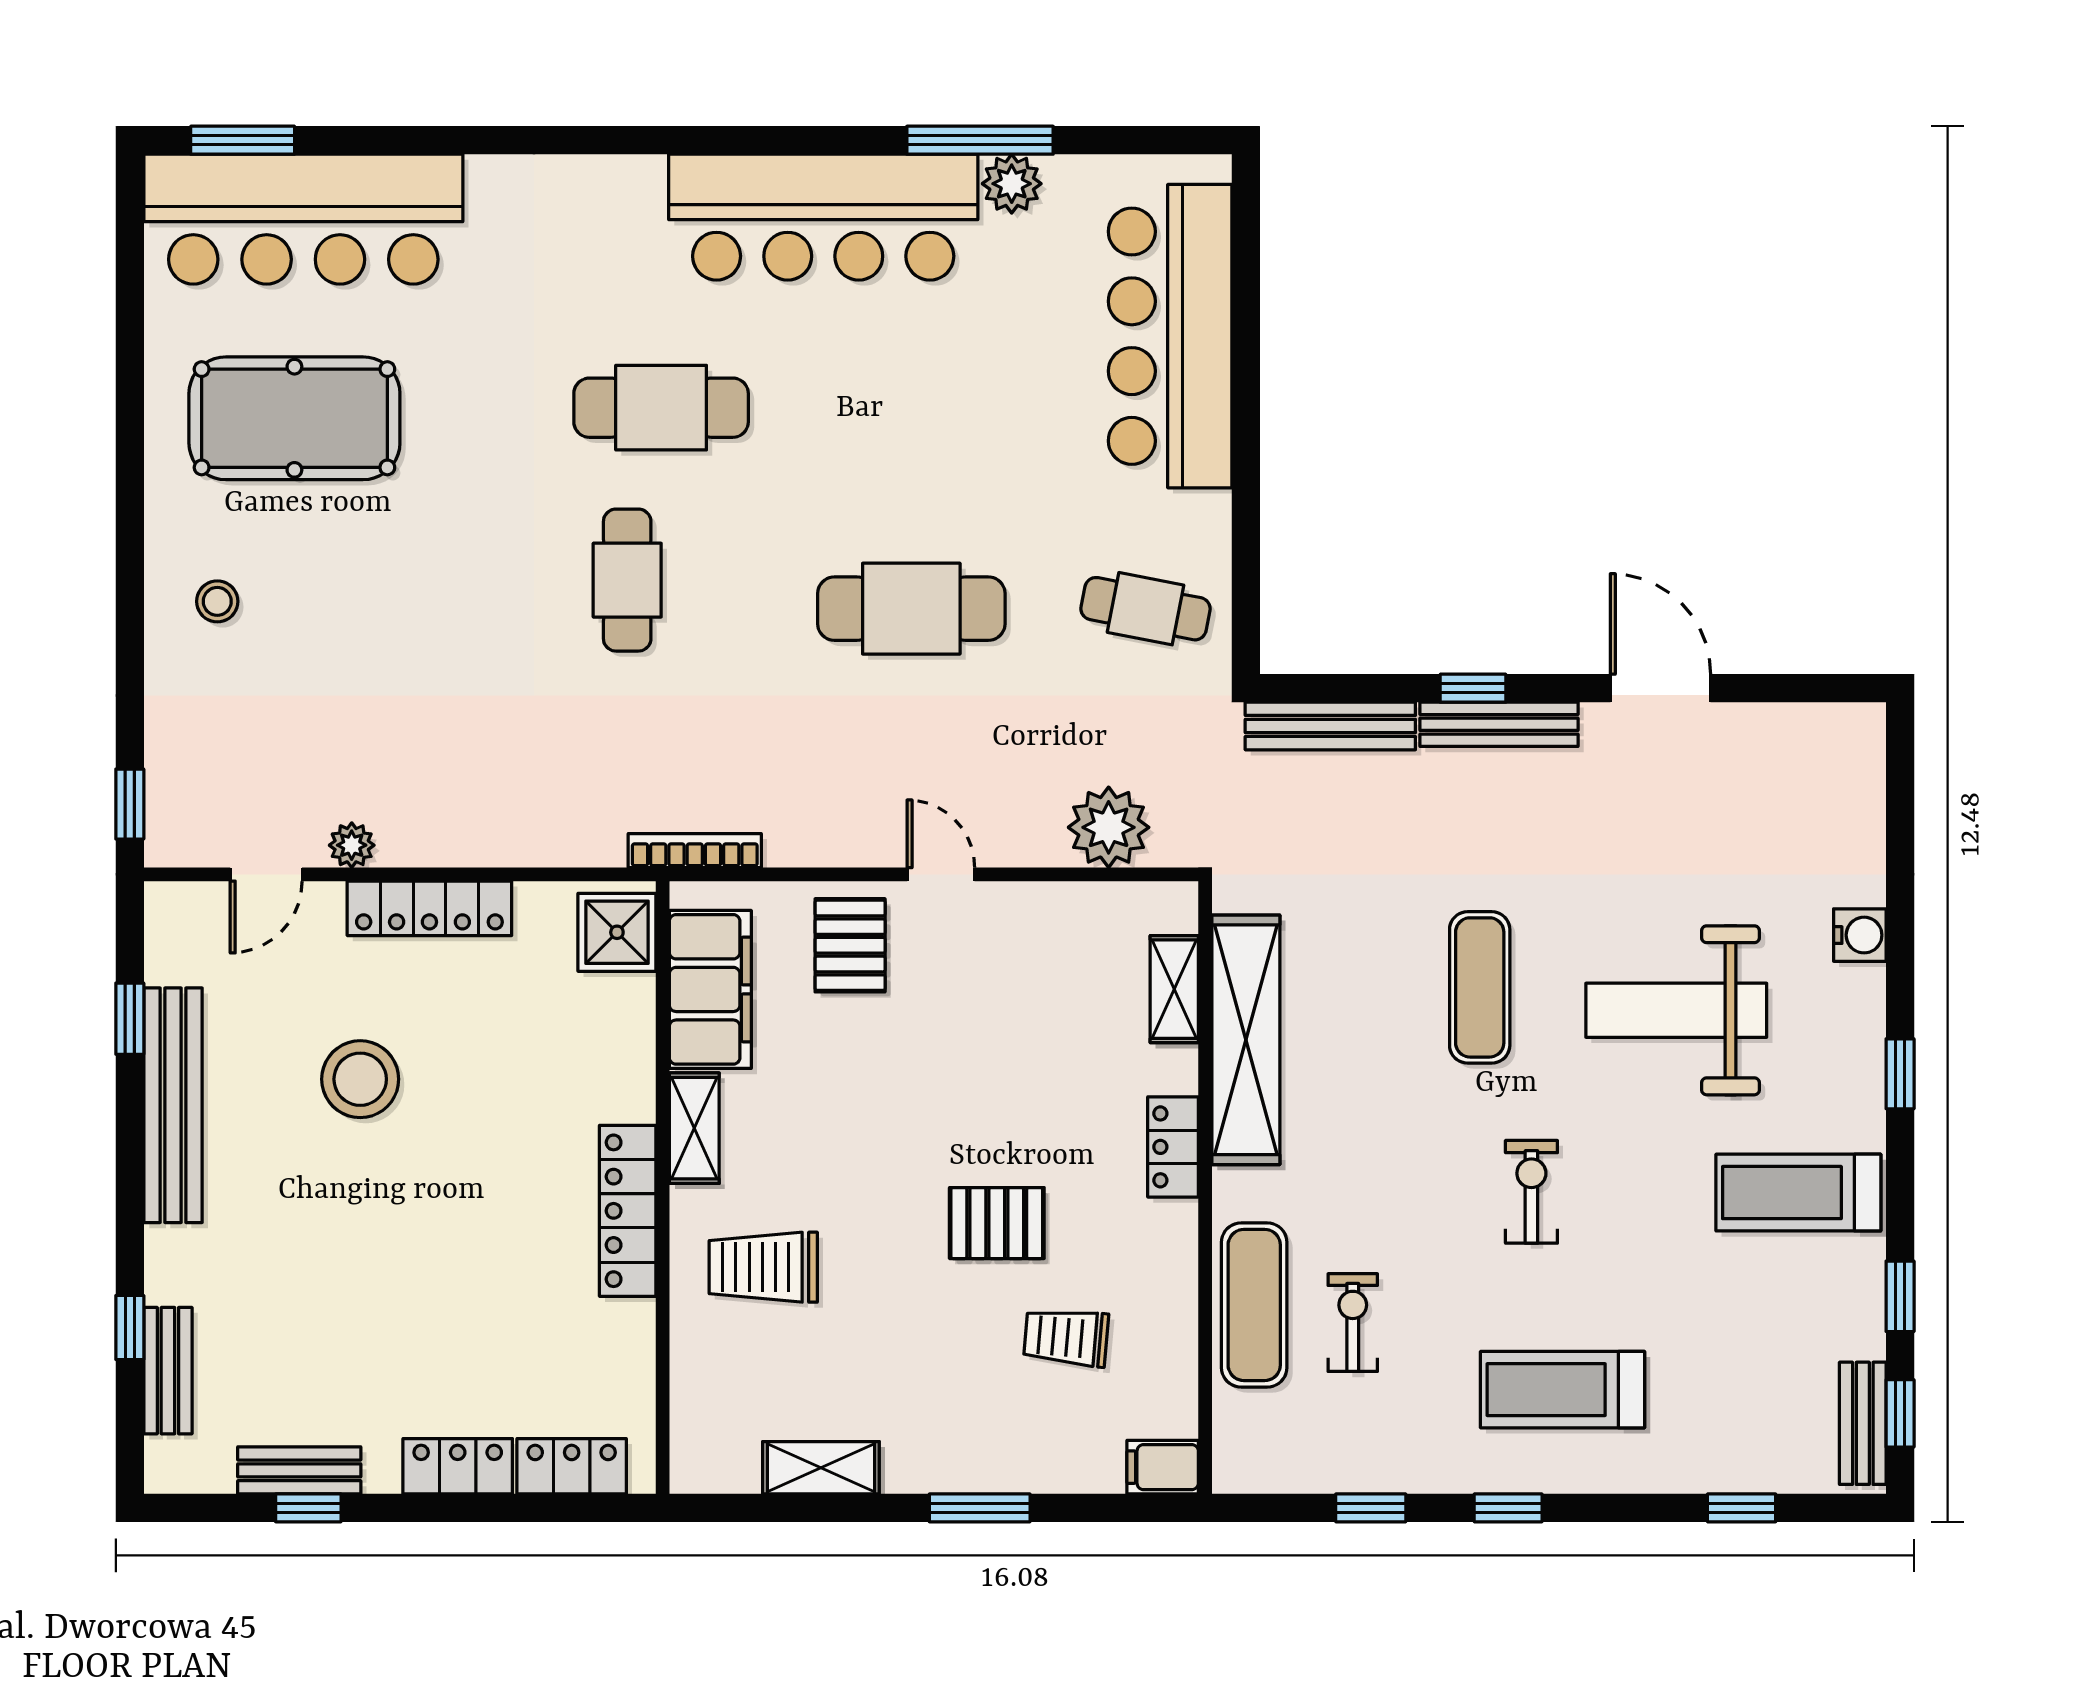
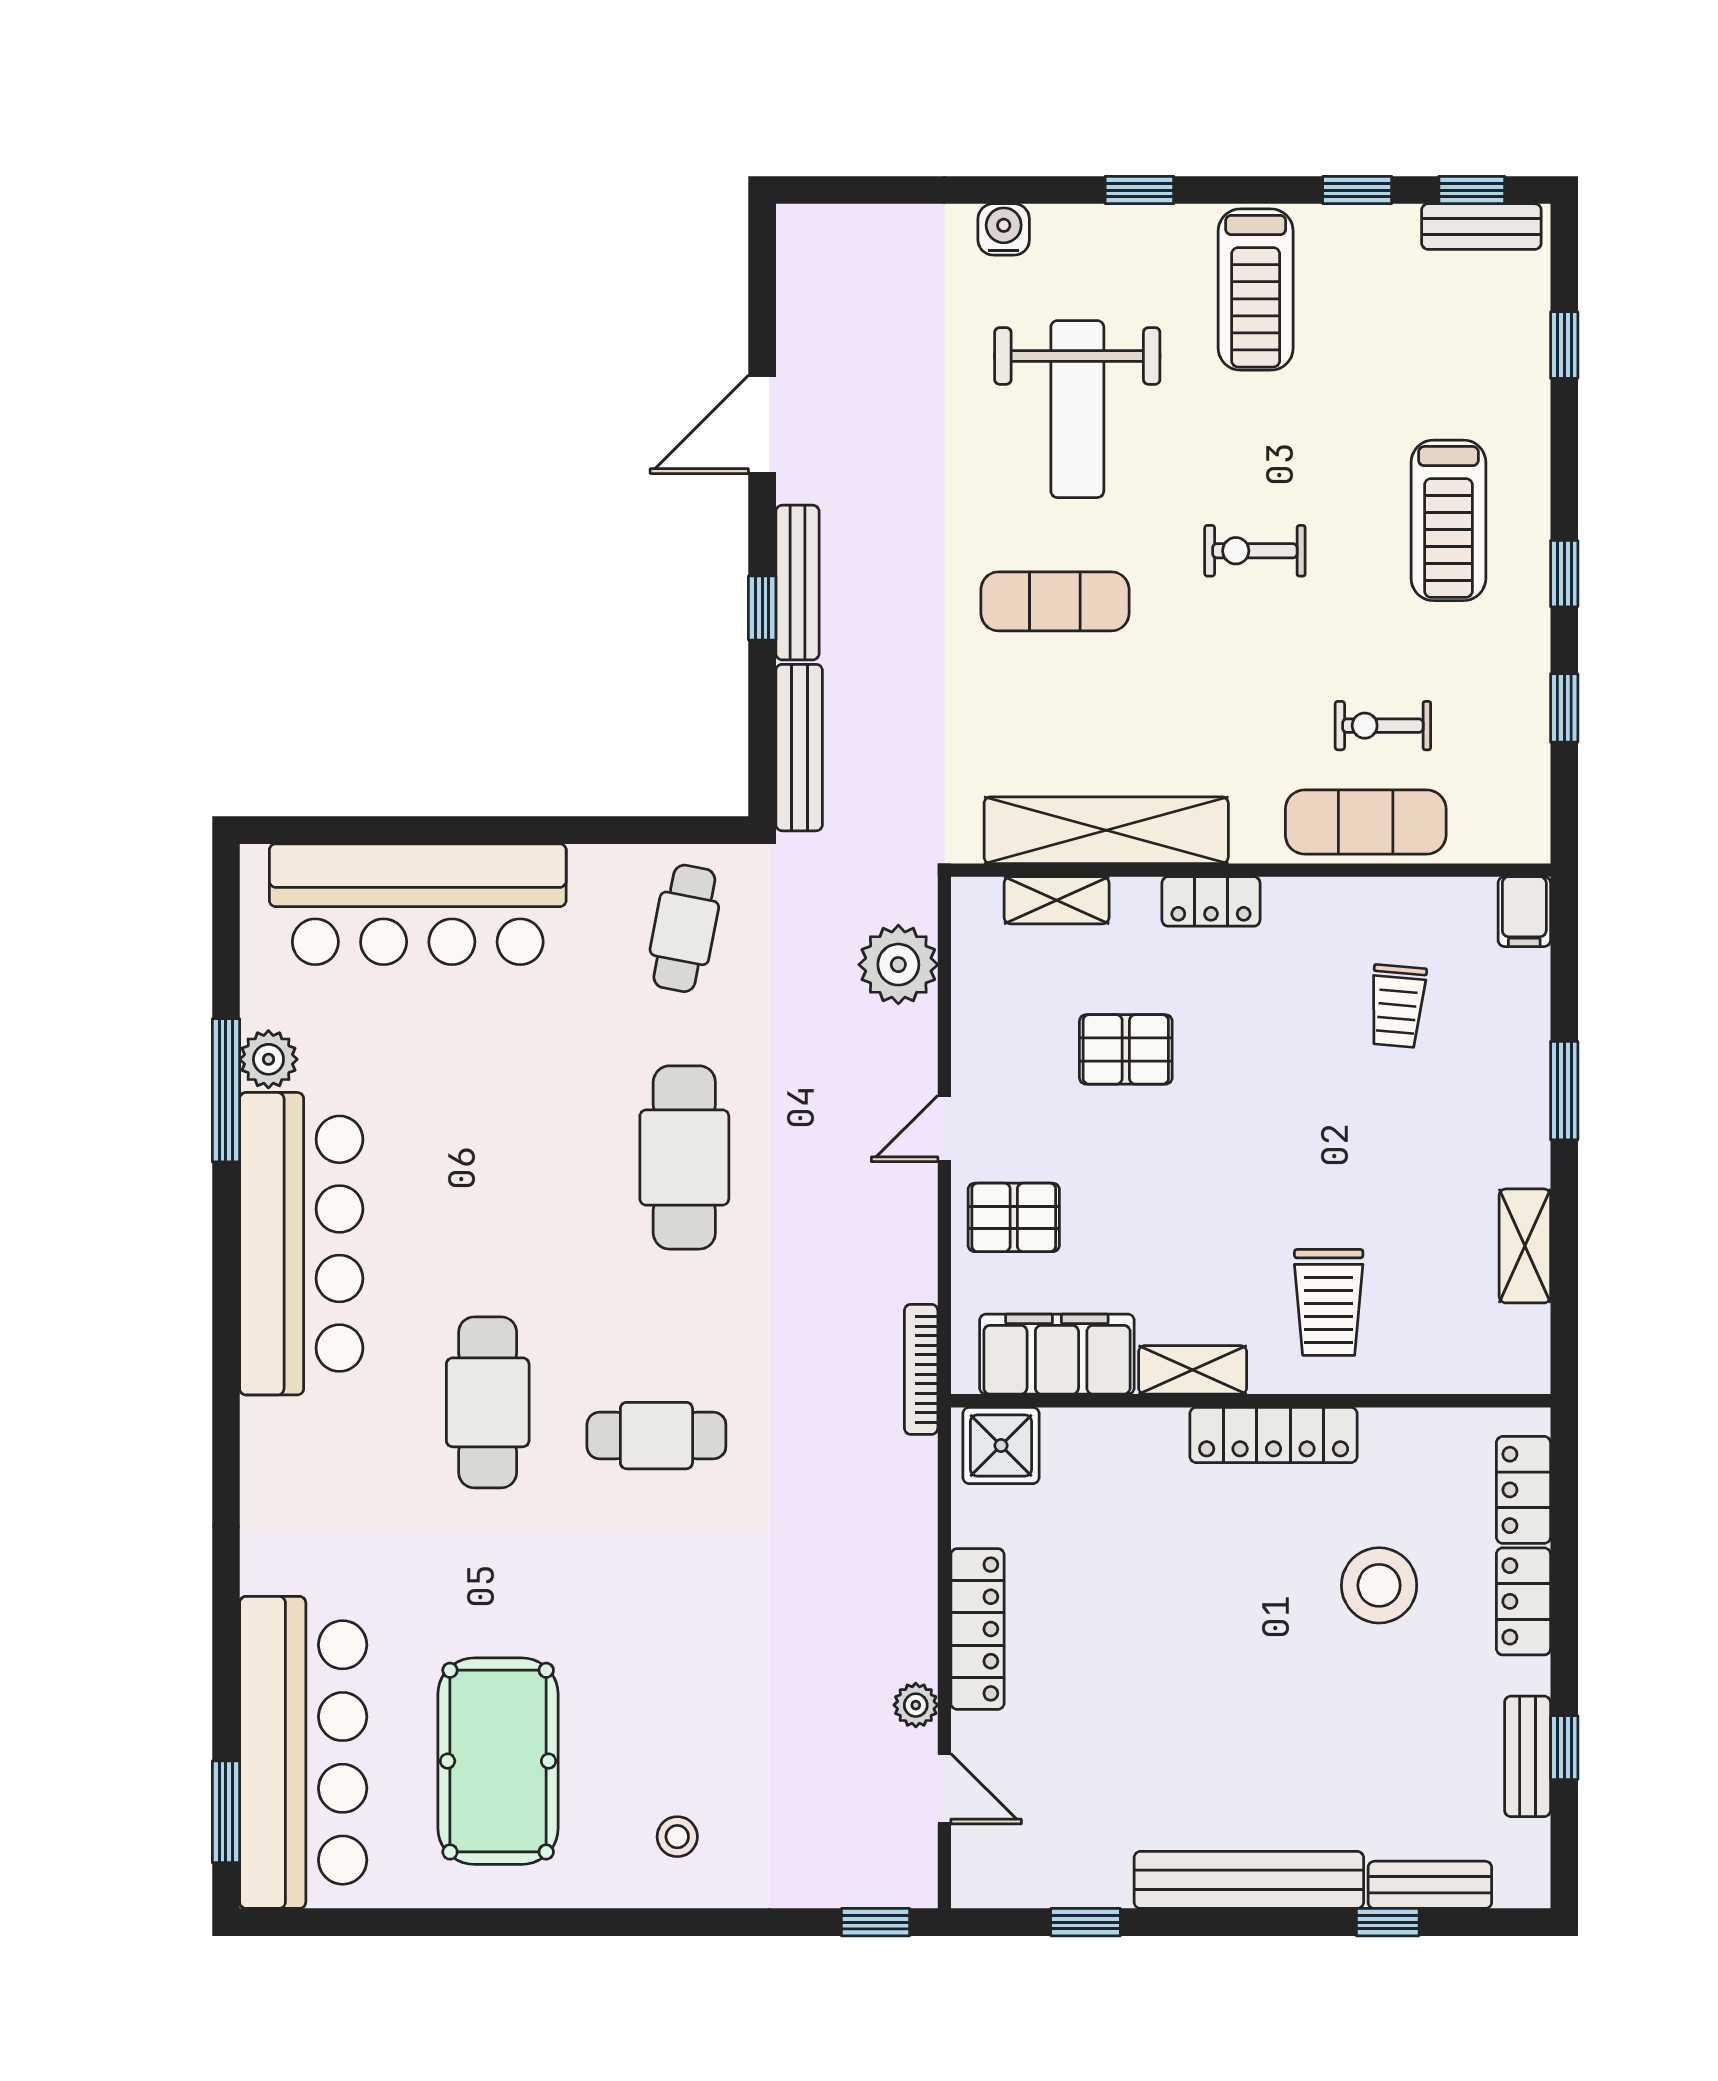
stool: (360, 1079) -> (1379, 1585), moved
bench: (173, 1105) -> (1249, 1880), moved
pallet: (997, 1223) -> (1126, 1049), moved, turned 90

